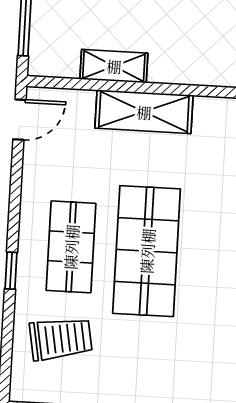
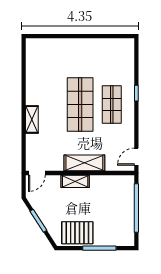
shelving: (114, 66) -> (75, 181), moved
trolley: (61, 339) -> (114, 66), removed

